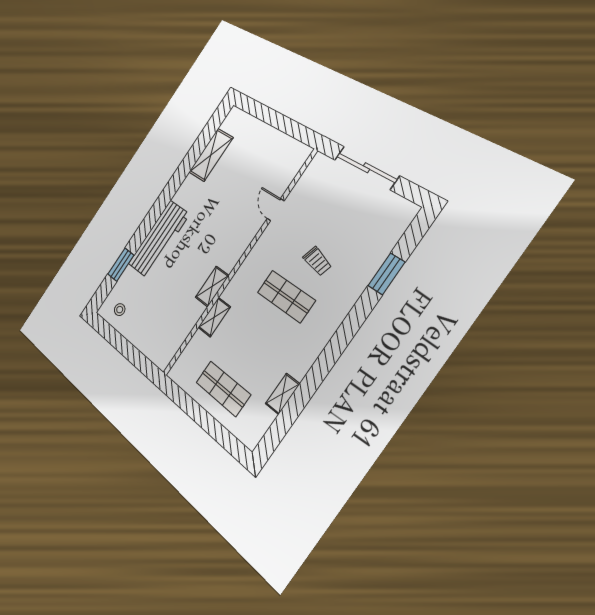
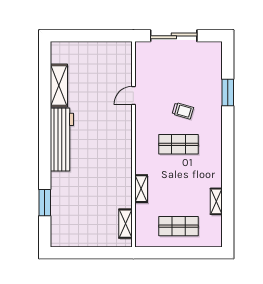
door: (276, 210) -> (133, 95), hinge flipped
workbench: (159, 239) -> (62, 140), moved
shelving: (212, 286) -> (125, 224), moved
stool: (120, 310) -> (68, 232), removed

